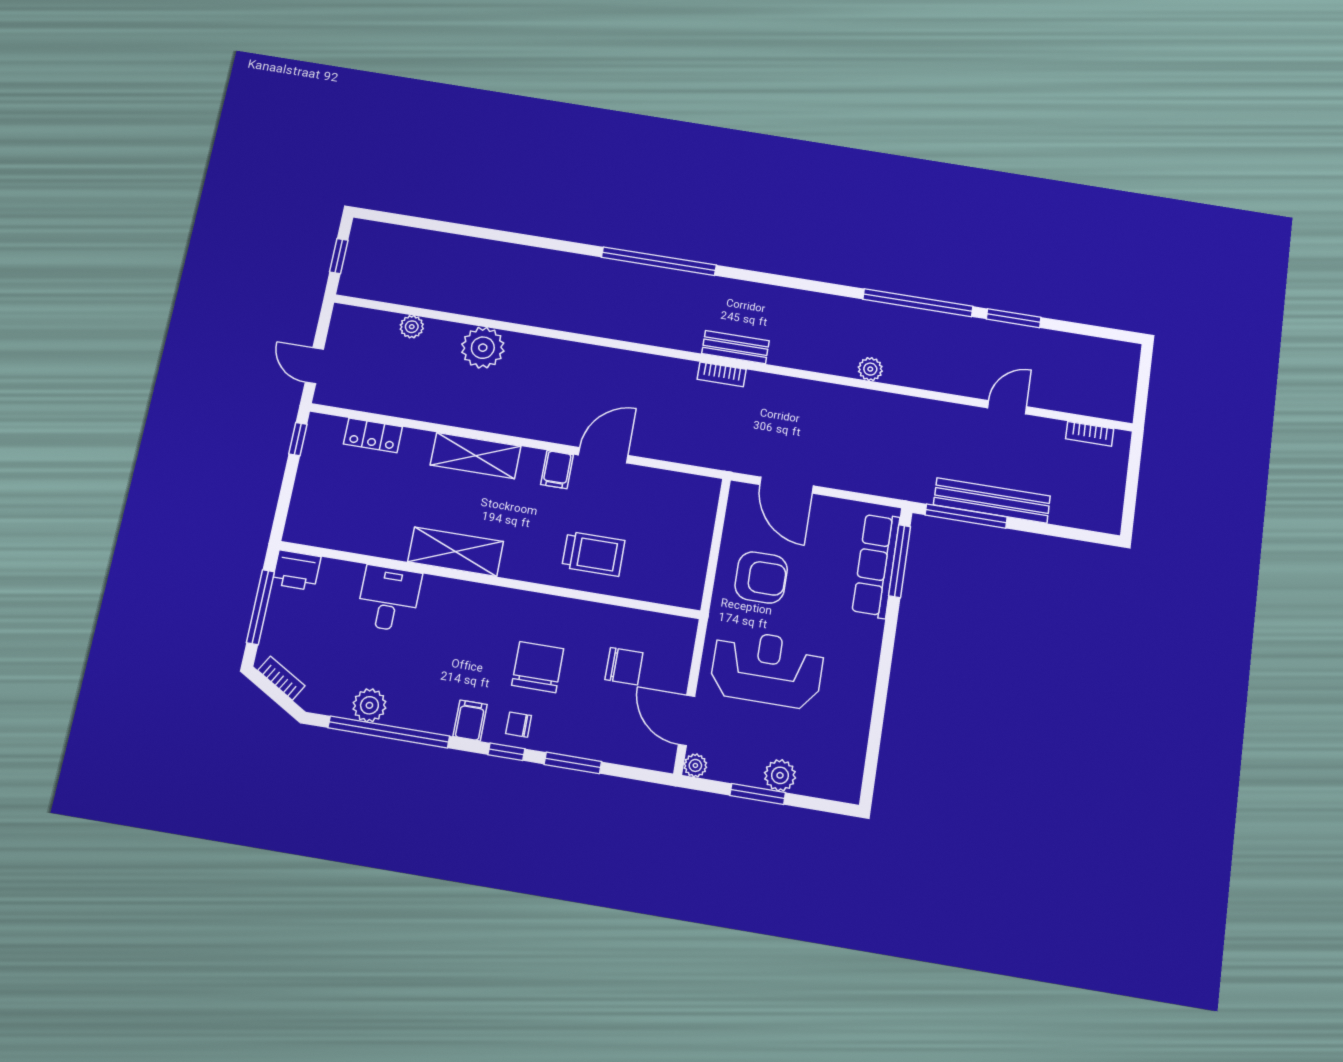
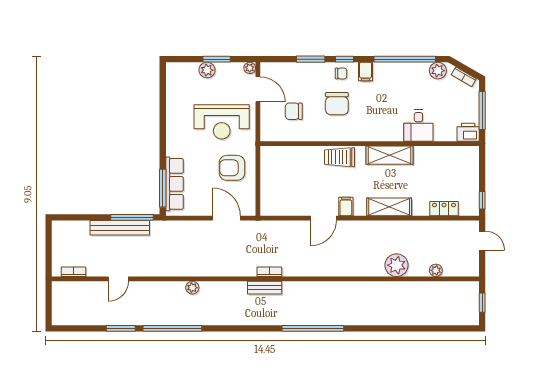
trolley: (593, 554) -> (339, 157), moved
plant: (369, 705) -> (438, 71), moved

